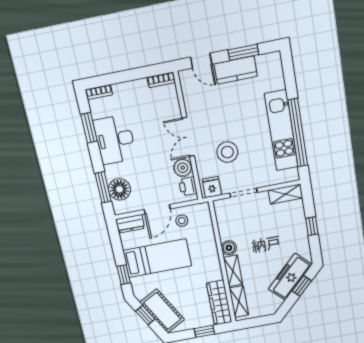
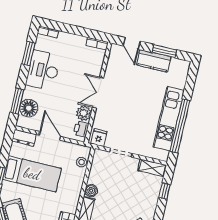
stool: (227, 152) -> (122, 117), removed
door: (157, 209) -> (50, 136), swing flipped
stool: (182, 221) -> (81, 162), moved
window: (312, 226) -> (165, 191), moved

